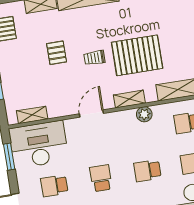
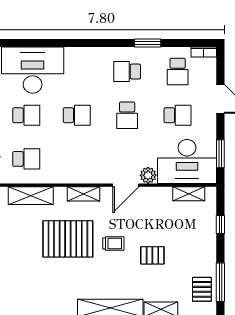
pallet: (57, 53) -> (152, 255), turned 90
plant: (144, 114) -> (148, 175), moved

